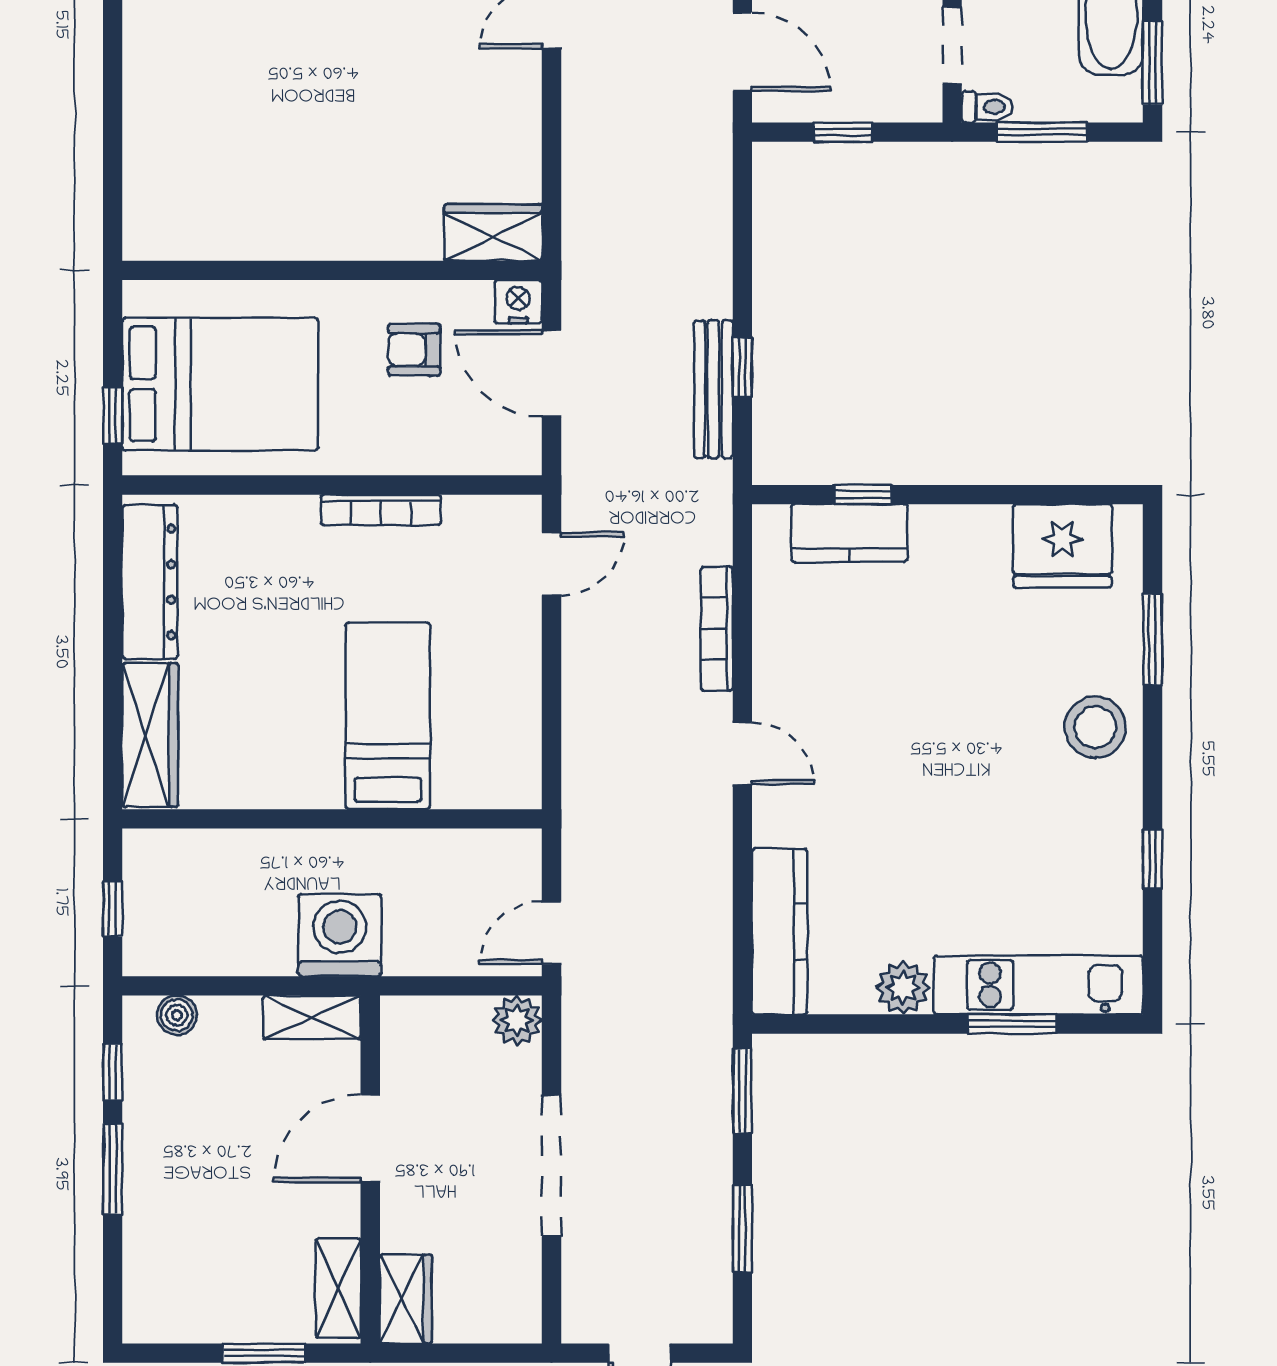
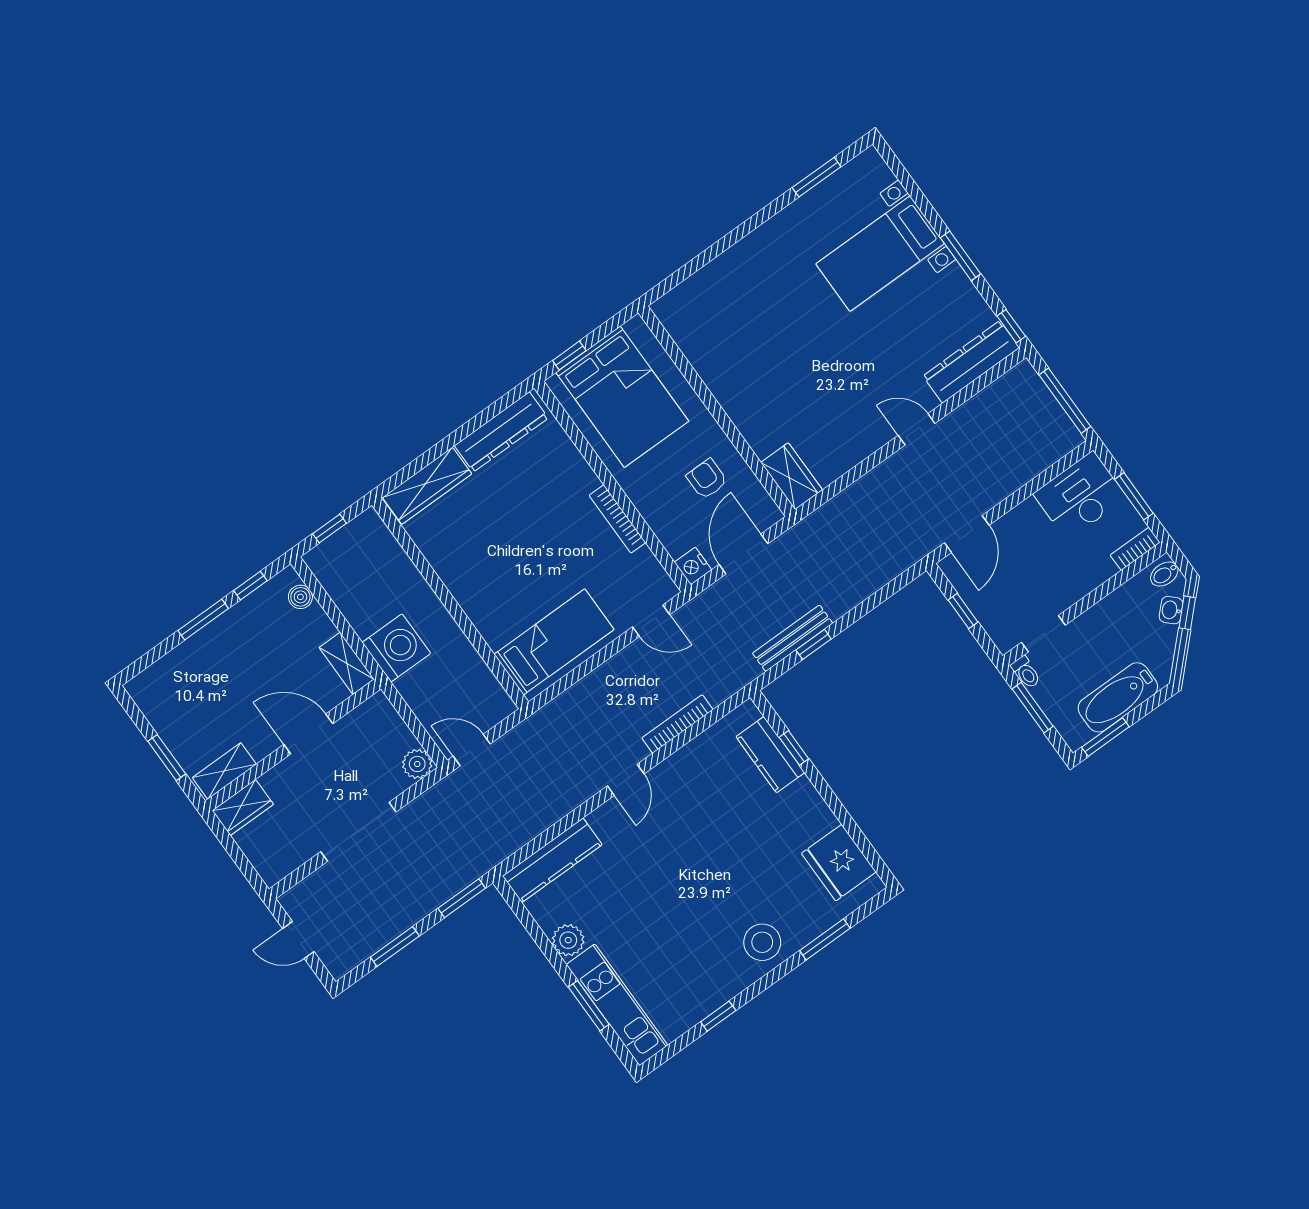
nightstand: (518, 302) -> (693, 566), moved, turned 180
bed: (388, 716) -> (554, 642), moved

